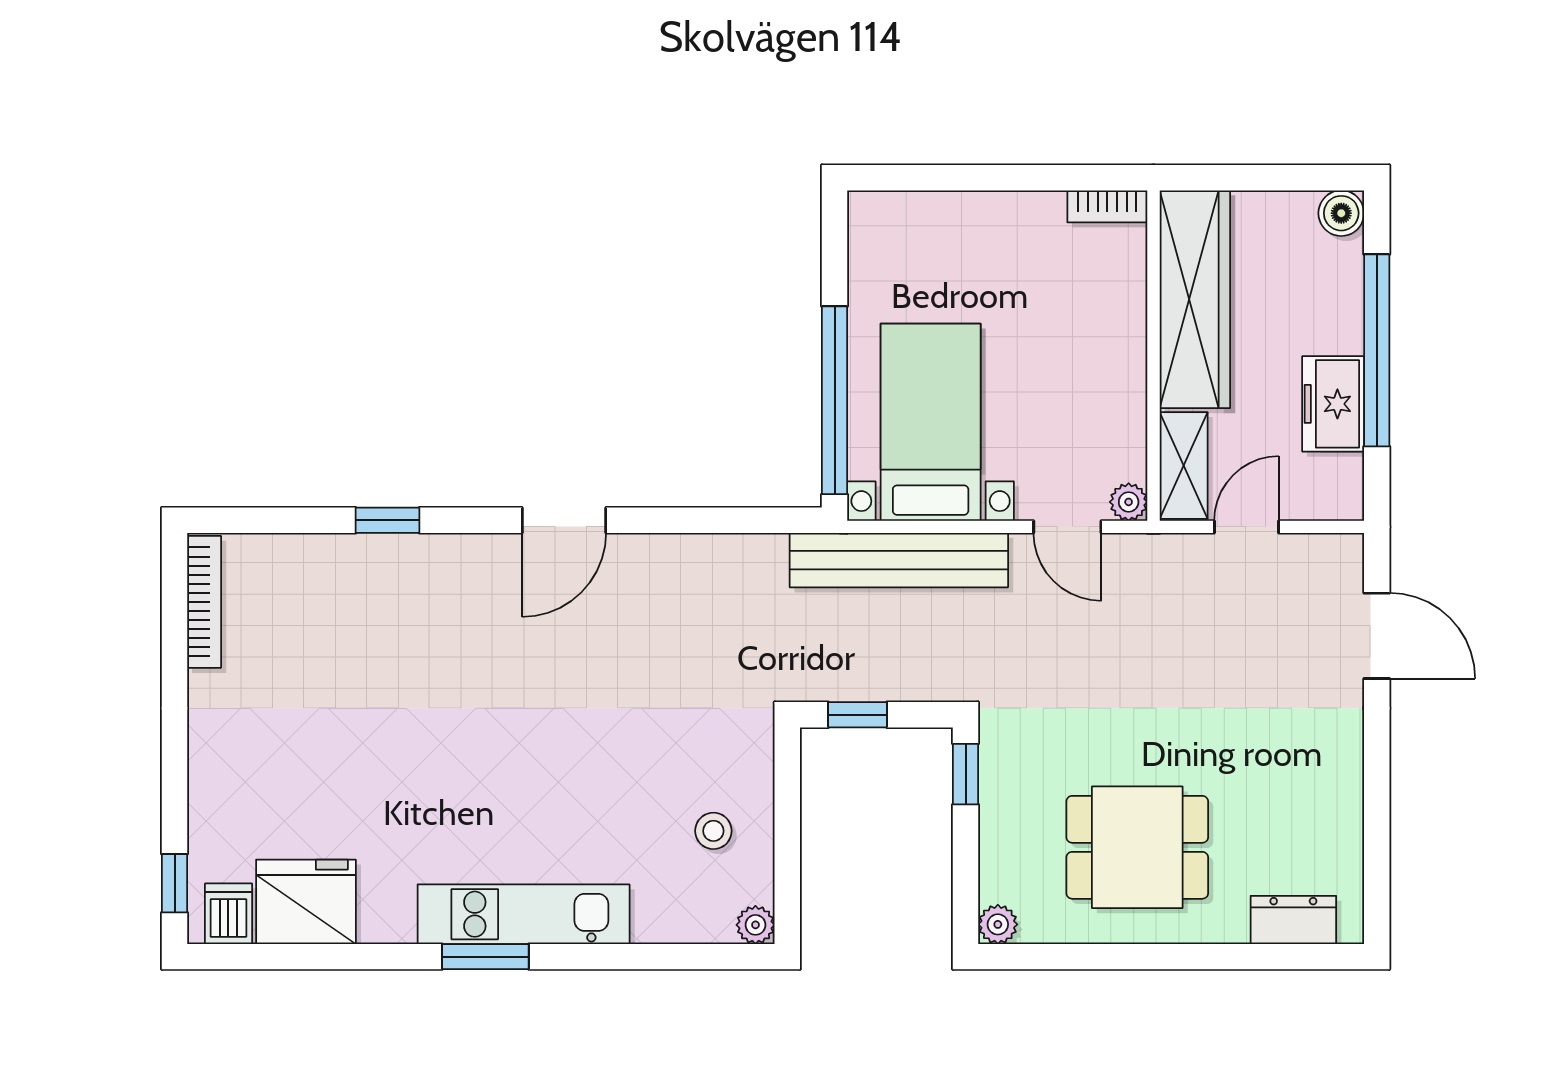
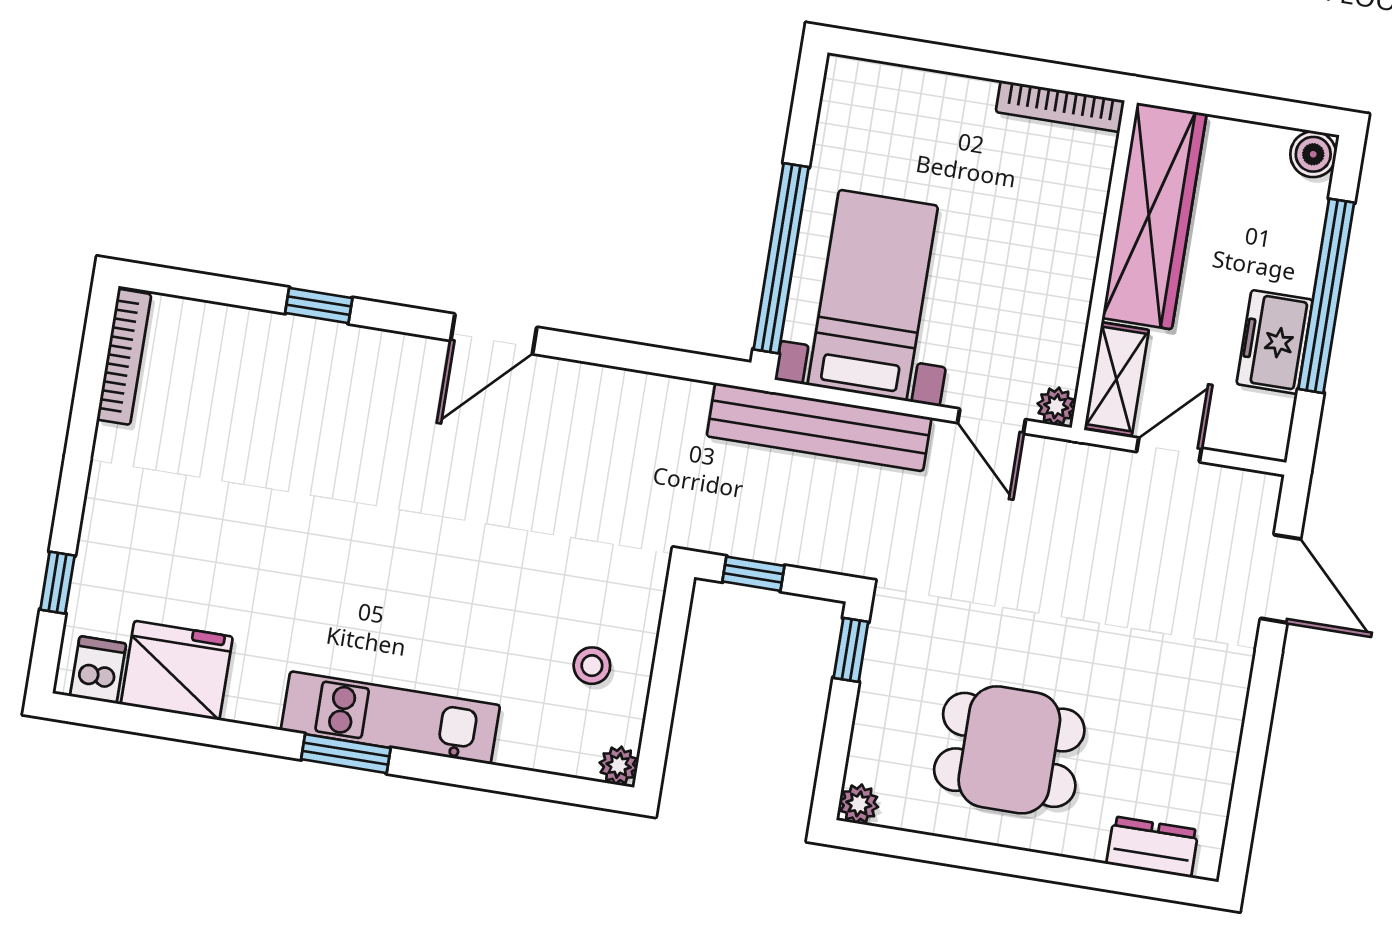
bookcase: (1107, 206) -> (1060, 106), width x1.56
window: (175, 883) -> (57, 583), moved

